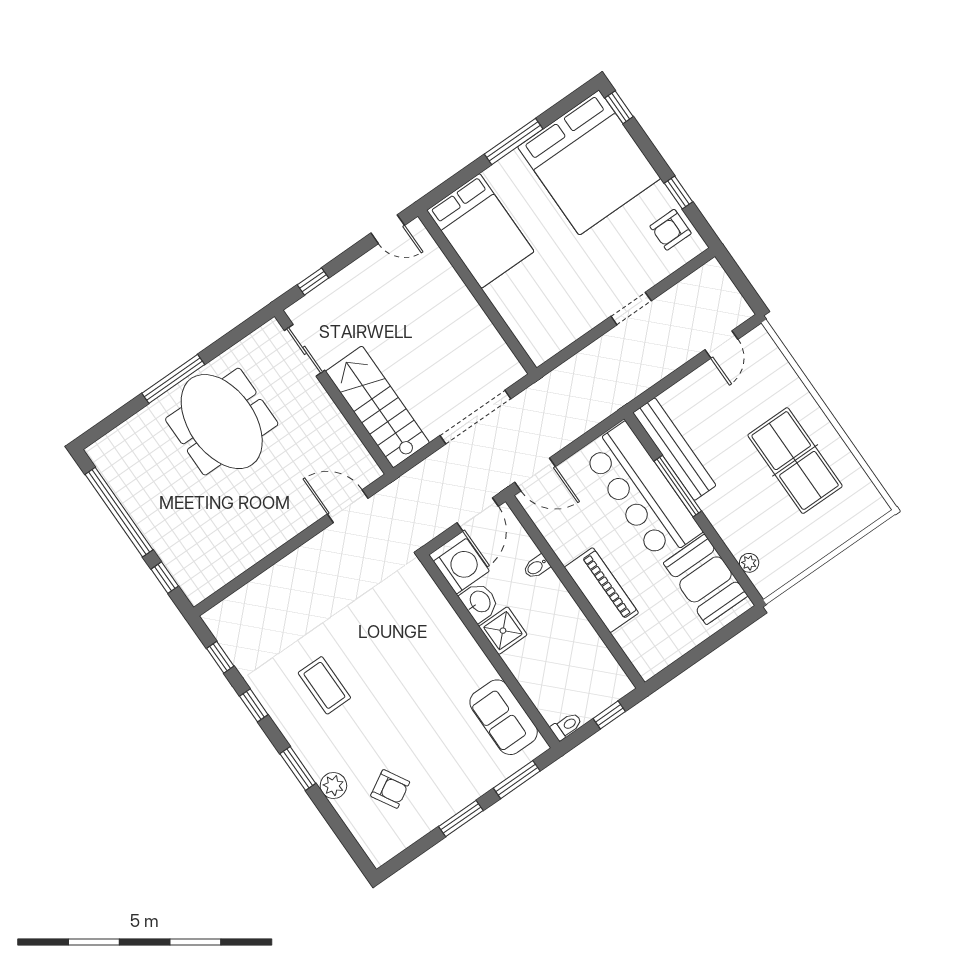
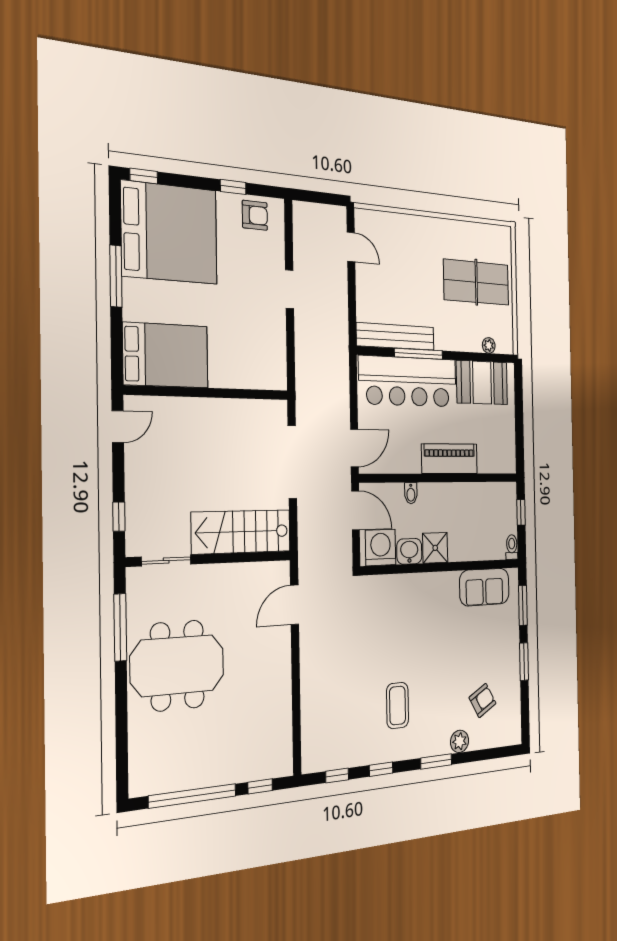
armchair: (671, 230) -> (255, 215), turned -90
window: (173, 379) -> (120, 627), moved
table tennis table: (795, 461) -> (476, 282), moved
coffee table: (324, 685) -> (397, 706), turned 90

